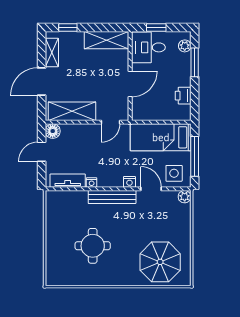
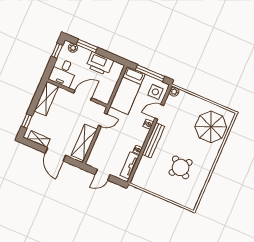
window: (156, 27) -> (57, 51), moved
door: (130, 84) -> (83, 95), hinge flipped
printer: (183, 96) -> (100, 64), width x1.87, depth x1.48
door: (110, 122) -> (103, 120), hinge flipped
floor lamp: (53, 131) -> (92, 161), removed
door: (42, 152) -> (103, 175), hinge flipped
round table: (93, 246) -> (181, 167), turned 36

